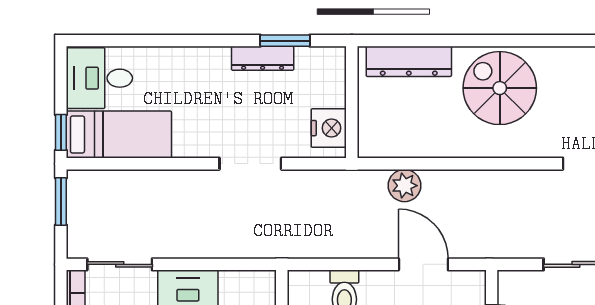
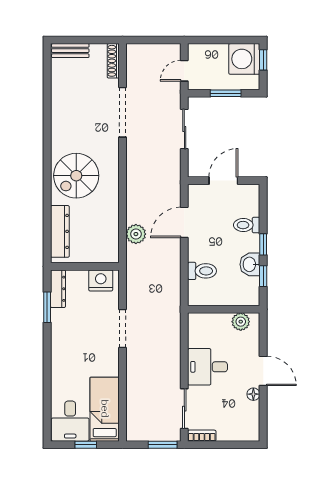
dresser: (263, 58) -> (58, 289), moved
window: (61, 132) -> (86, 445), moved
window: (61, 202) -> (163, 445), moved

